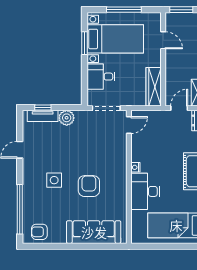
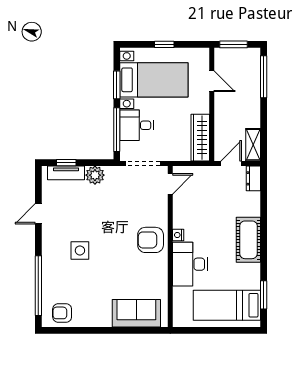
window: (124, 10) -> (164, 44), width x0.46
window: (85, 80) -> (117, 130), added
armchair: (89, 186) -> (151, 240), moved, turned -90
sofa: (94, 232) -> (136, 313), width x0.73

